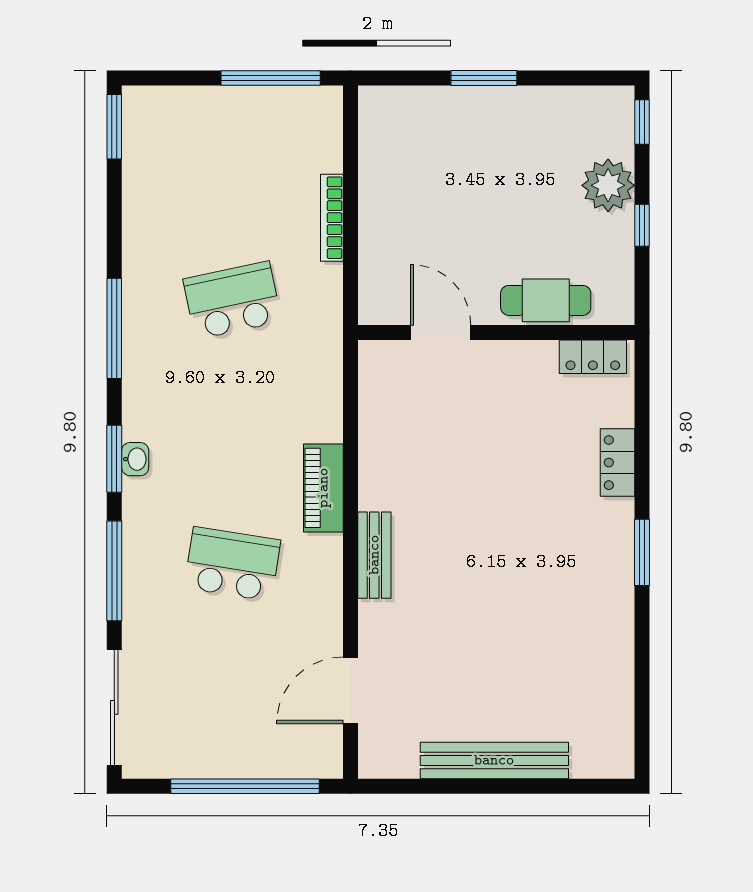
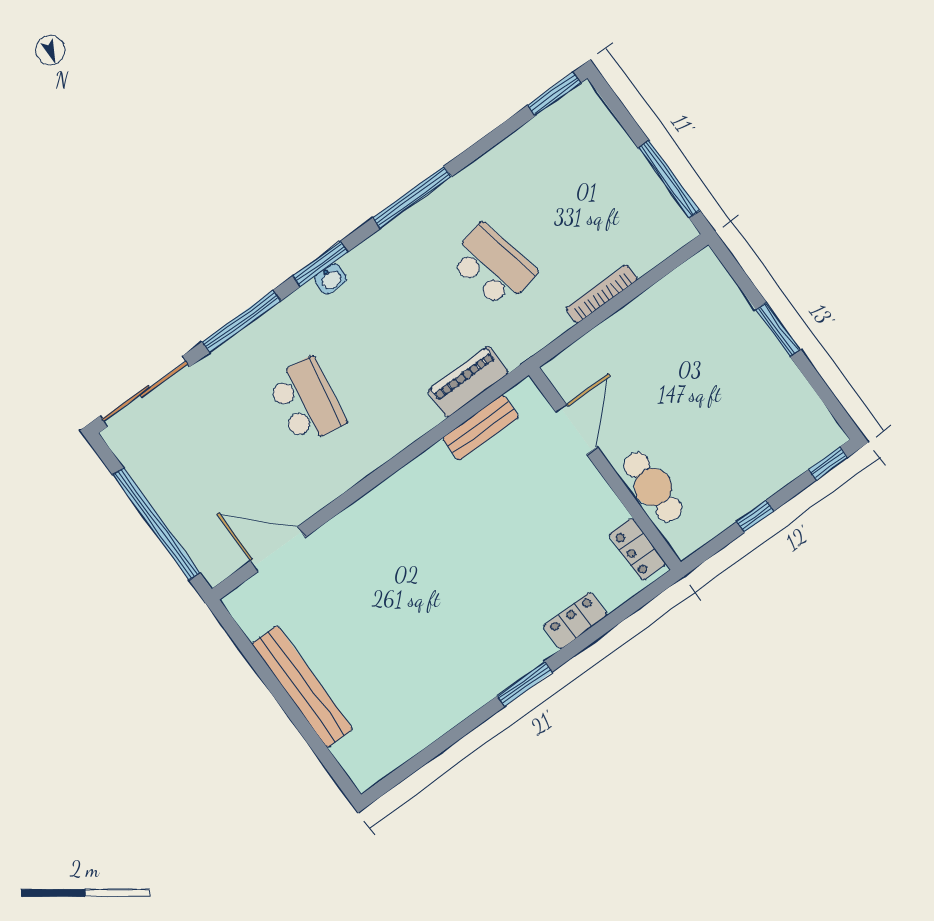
plant: (608, 185) -> (766, 472), removed
piano: (323, 488) -> (468, 382), moved
bench: (374, 555) -> (481, 428), moved

